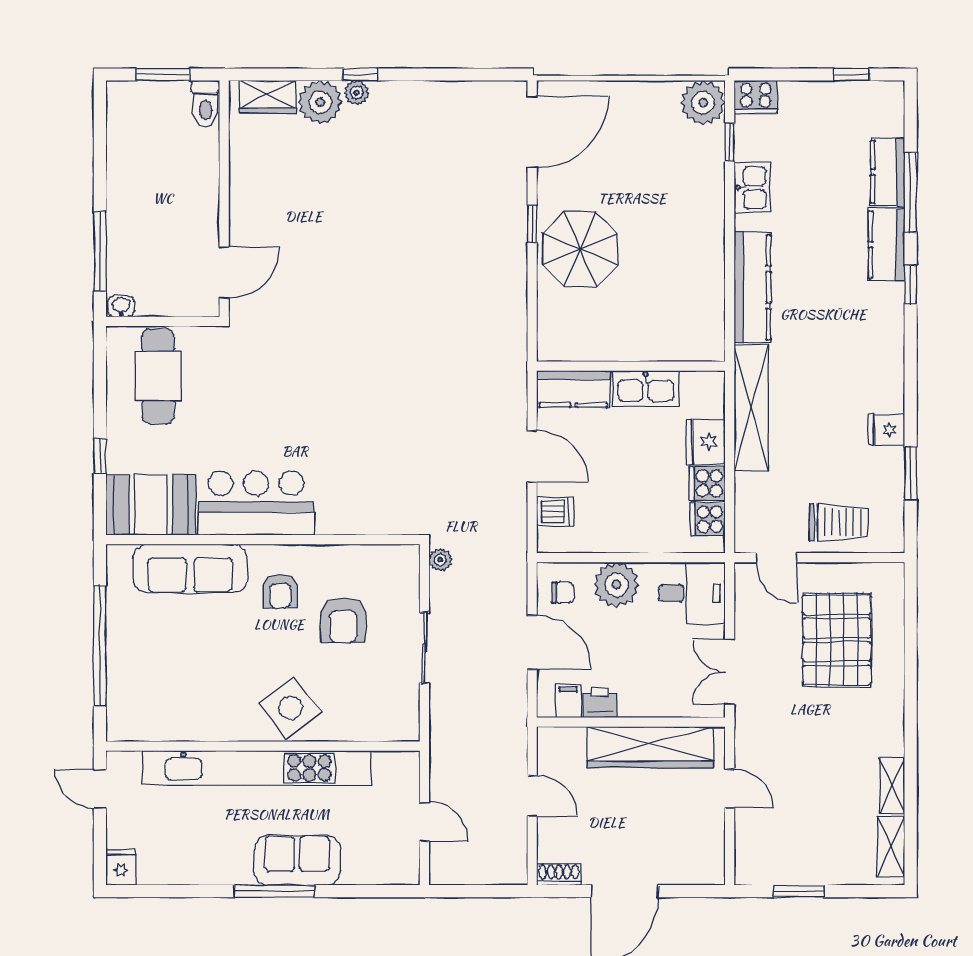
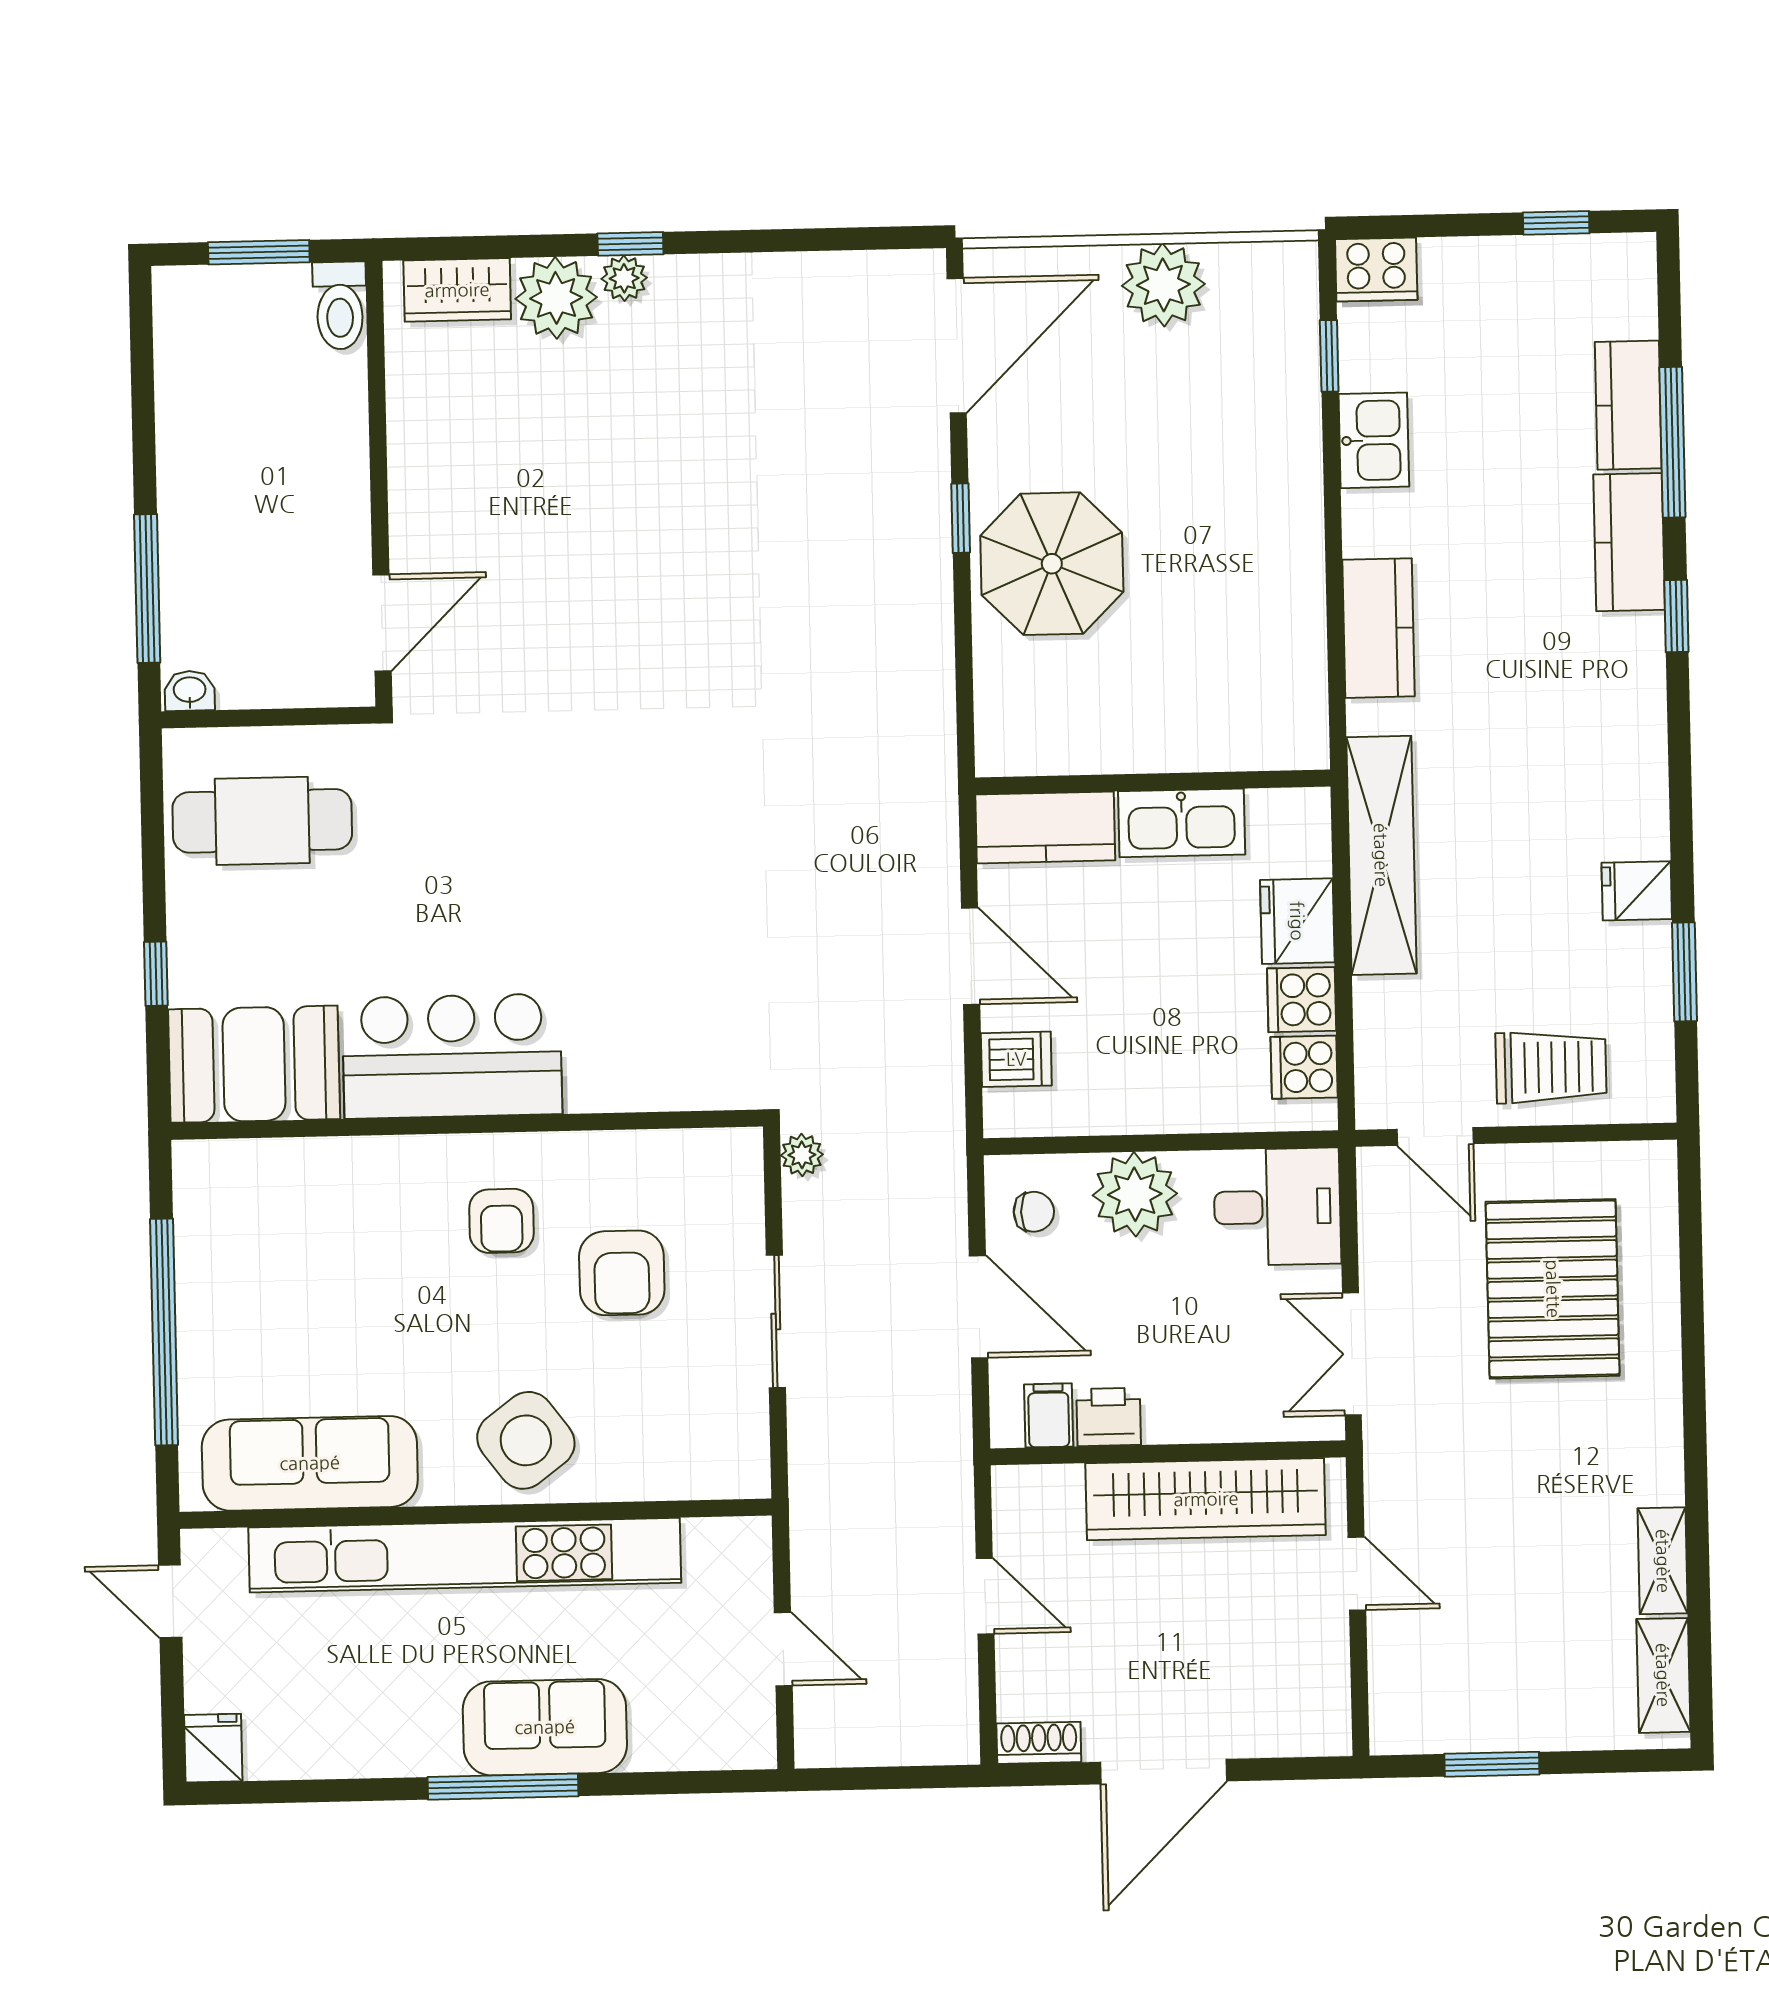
plant: (703, 103) -> (1163, 285), moved
kitchen counter: (752, 287) -> (1378, 628), width x0.67
cafe table: (158, 376) -> (262, 821), turned 90
sofa: (190, 568) -> (310, 1463), moved, turned 180

